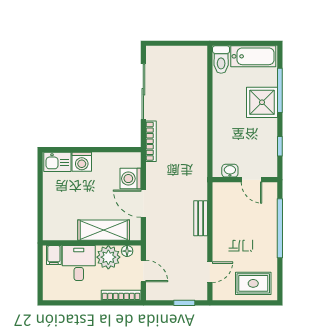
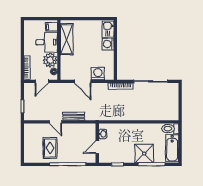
door: (143, 204) -> (83, 81), swing flipped
shelving: (104, 230) -> (67, 39), moved
door: (210, 272) -> (55, 122), moved
rug: (253, 283) -> (50, 148), moved

